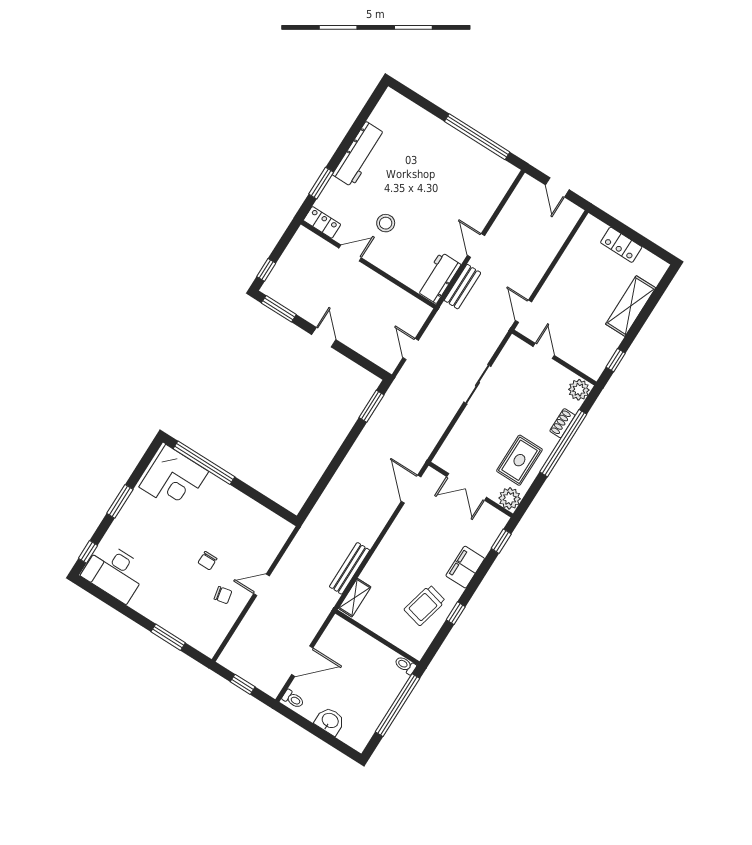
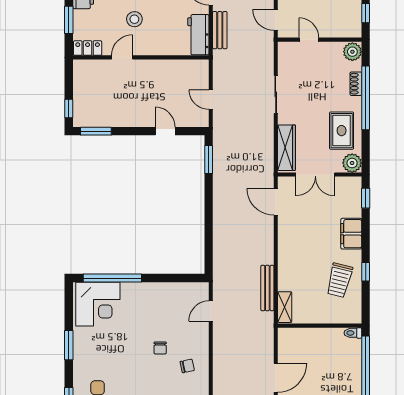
door: (324, 337) -> (165, 131), moved
wardrobe: (455, 443) -> (287, 148), added
door: (262, 585) -> (211, 311), moved

